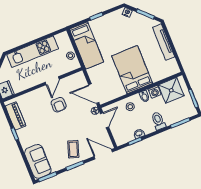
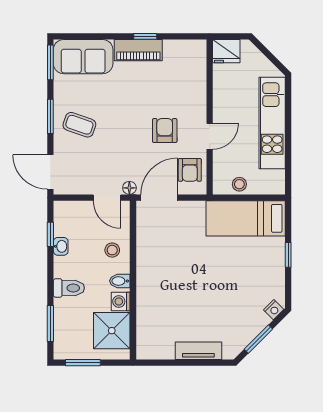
tv unit: (164, 42) -> (198, 351), width x0.71
bed: (132, 70) -> (174, 279), removed
door: (52, 81) -> (210, 136), swing flipped
armchair: (73, 84) -> (190, 170), added
armchair: (59, 105) -> (165, 131), turned 90
piano: (16, 116) -> (138, 50), moved
door: (103, 154) -> (50, 172), swing flipped

